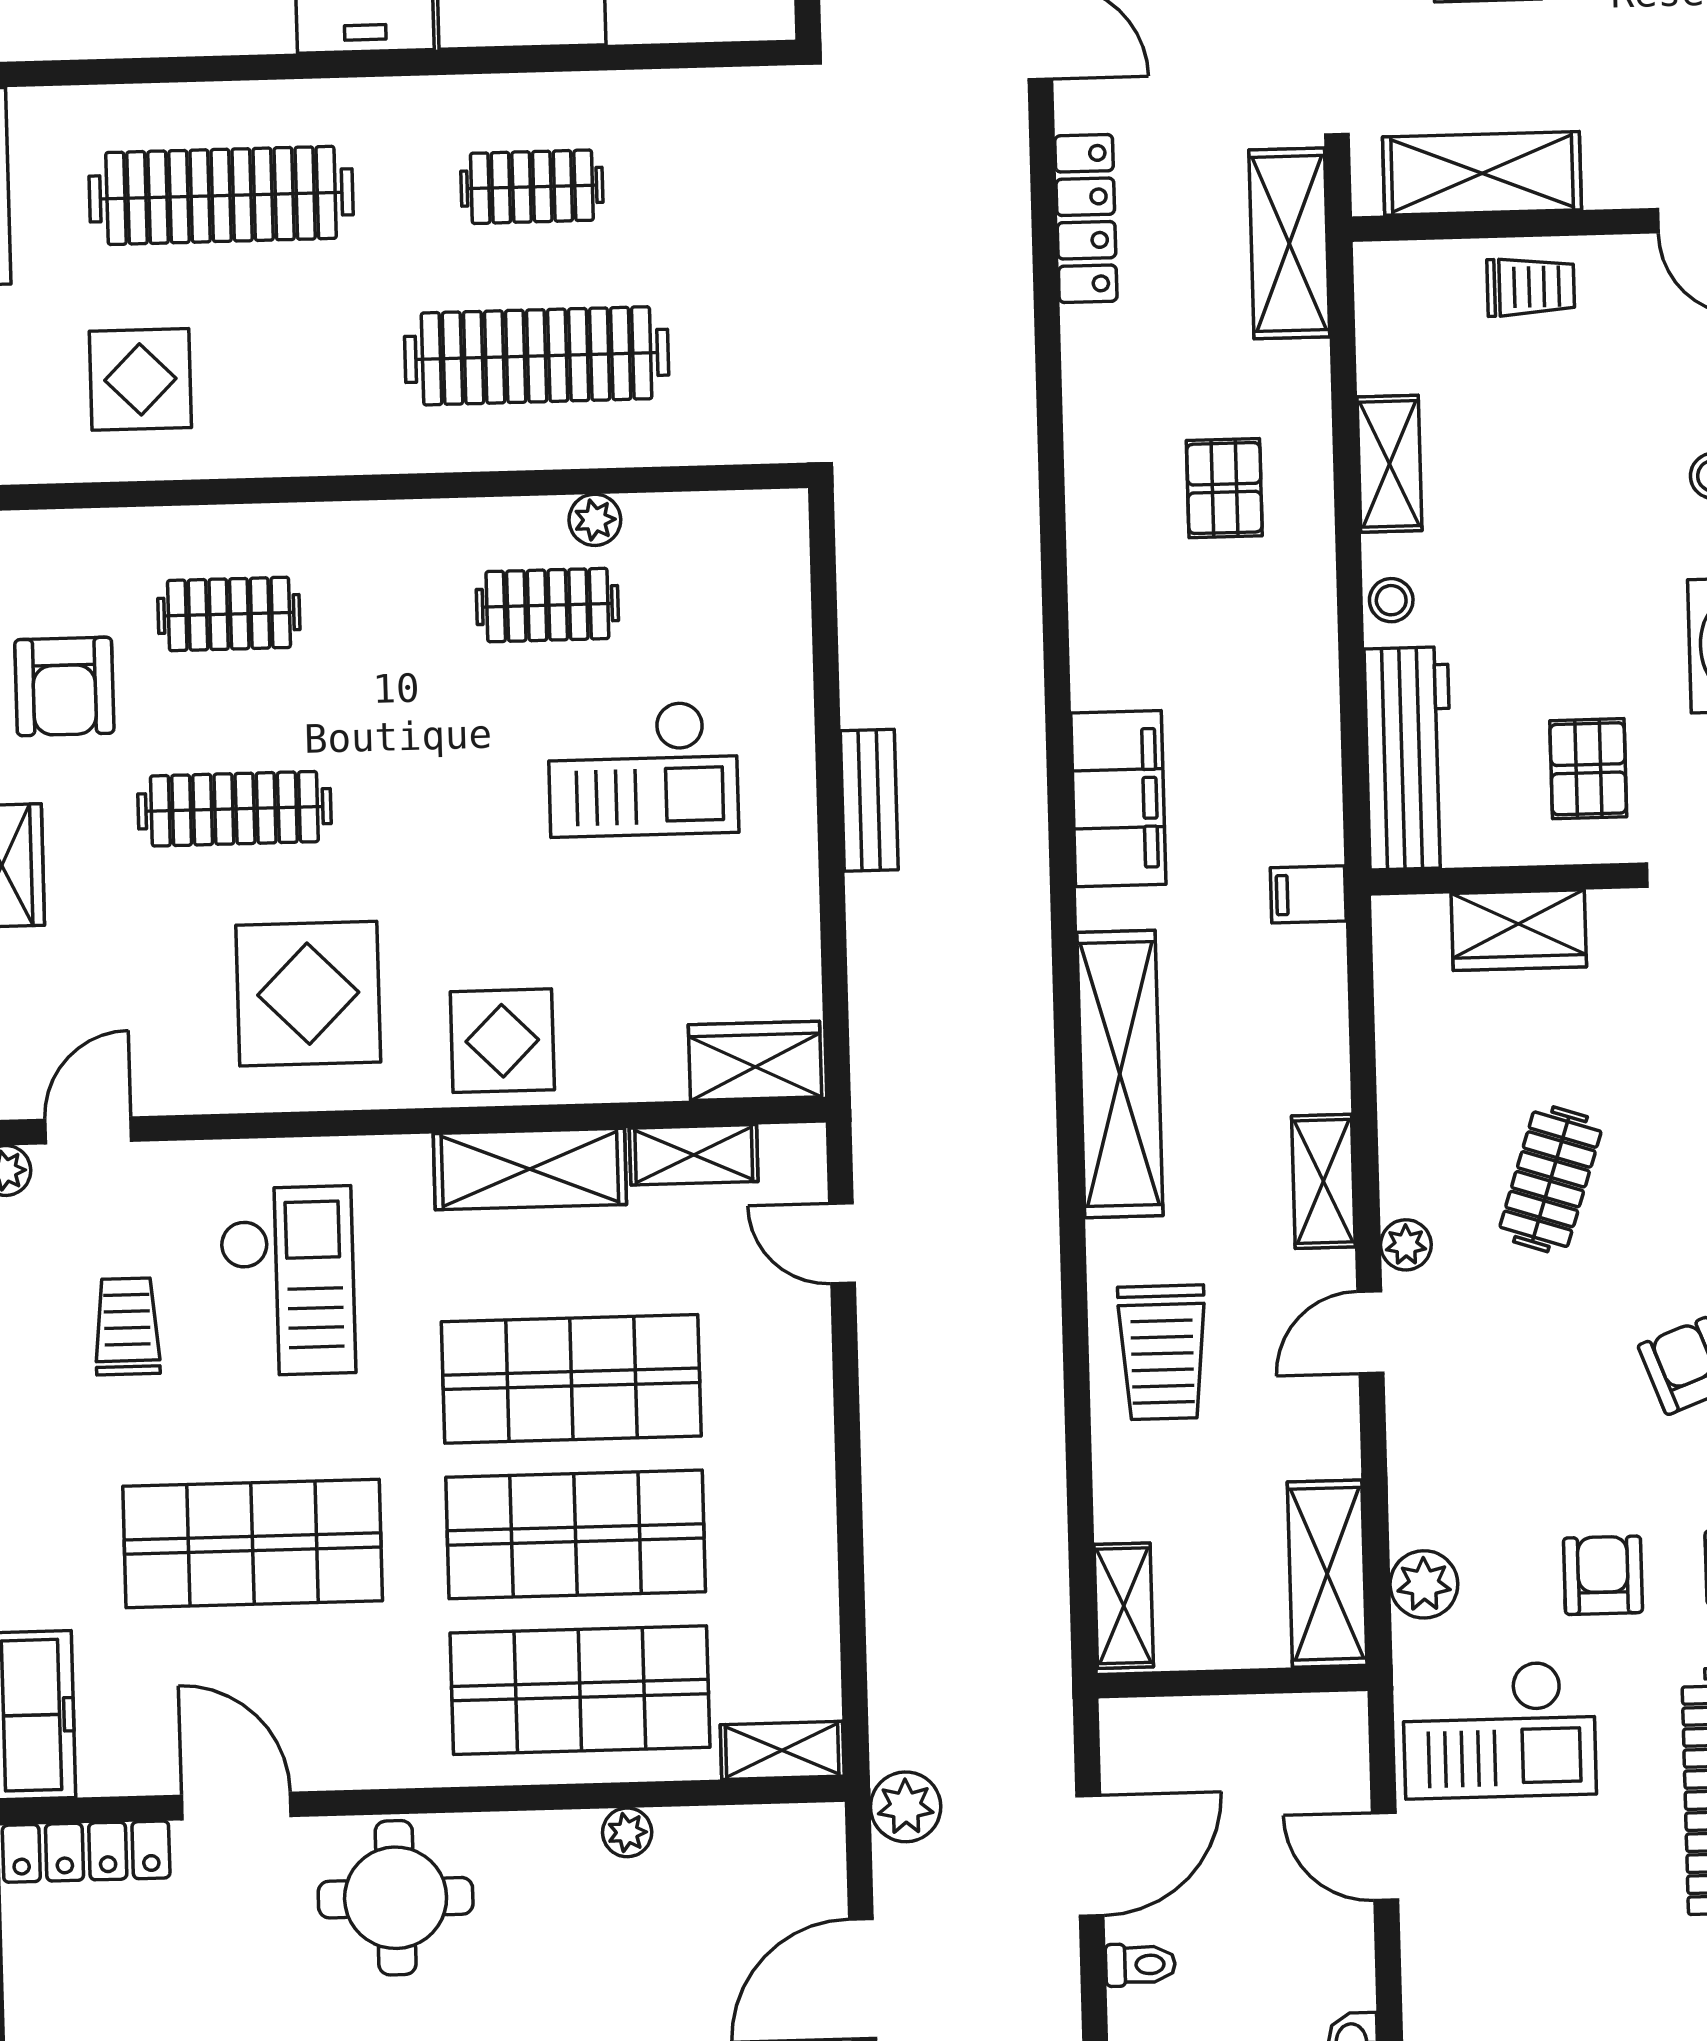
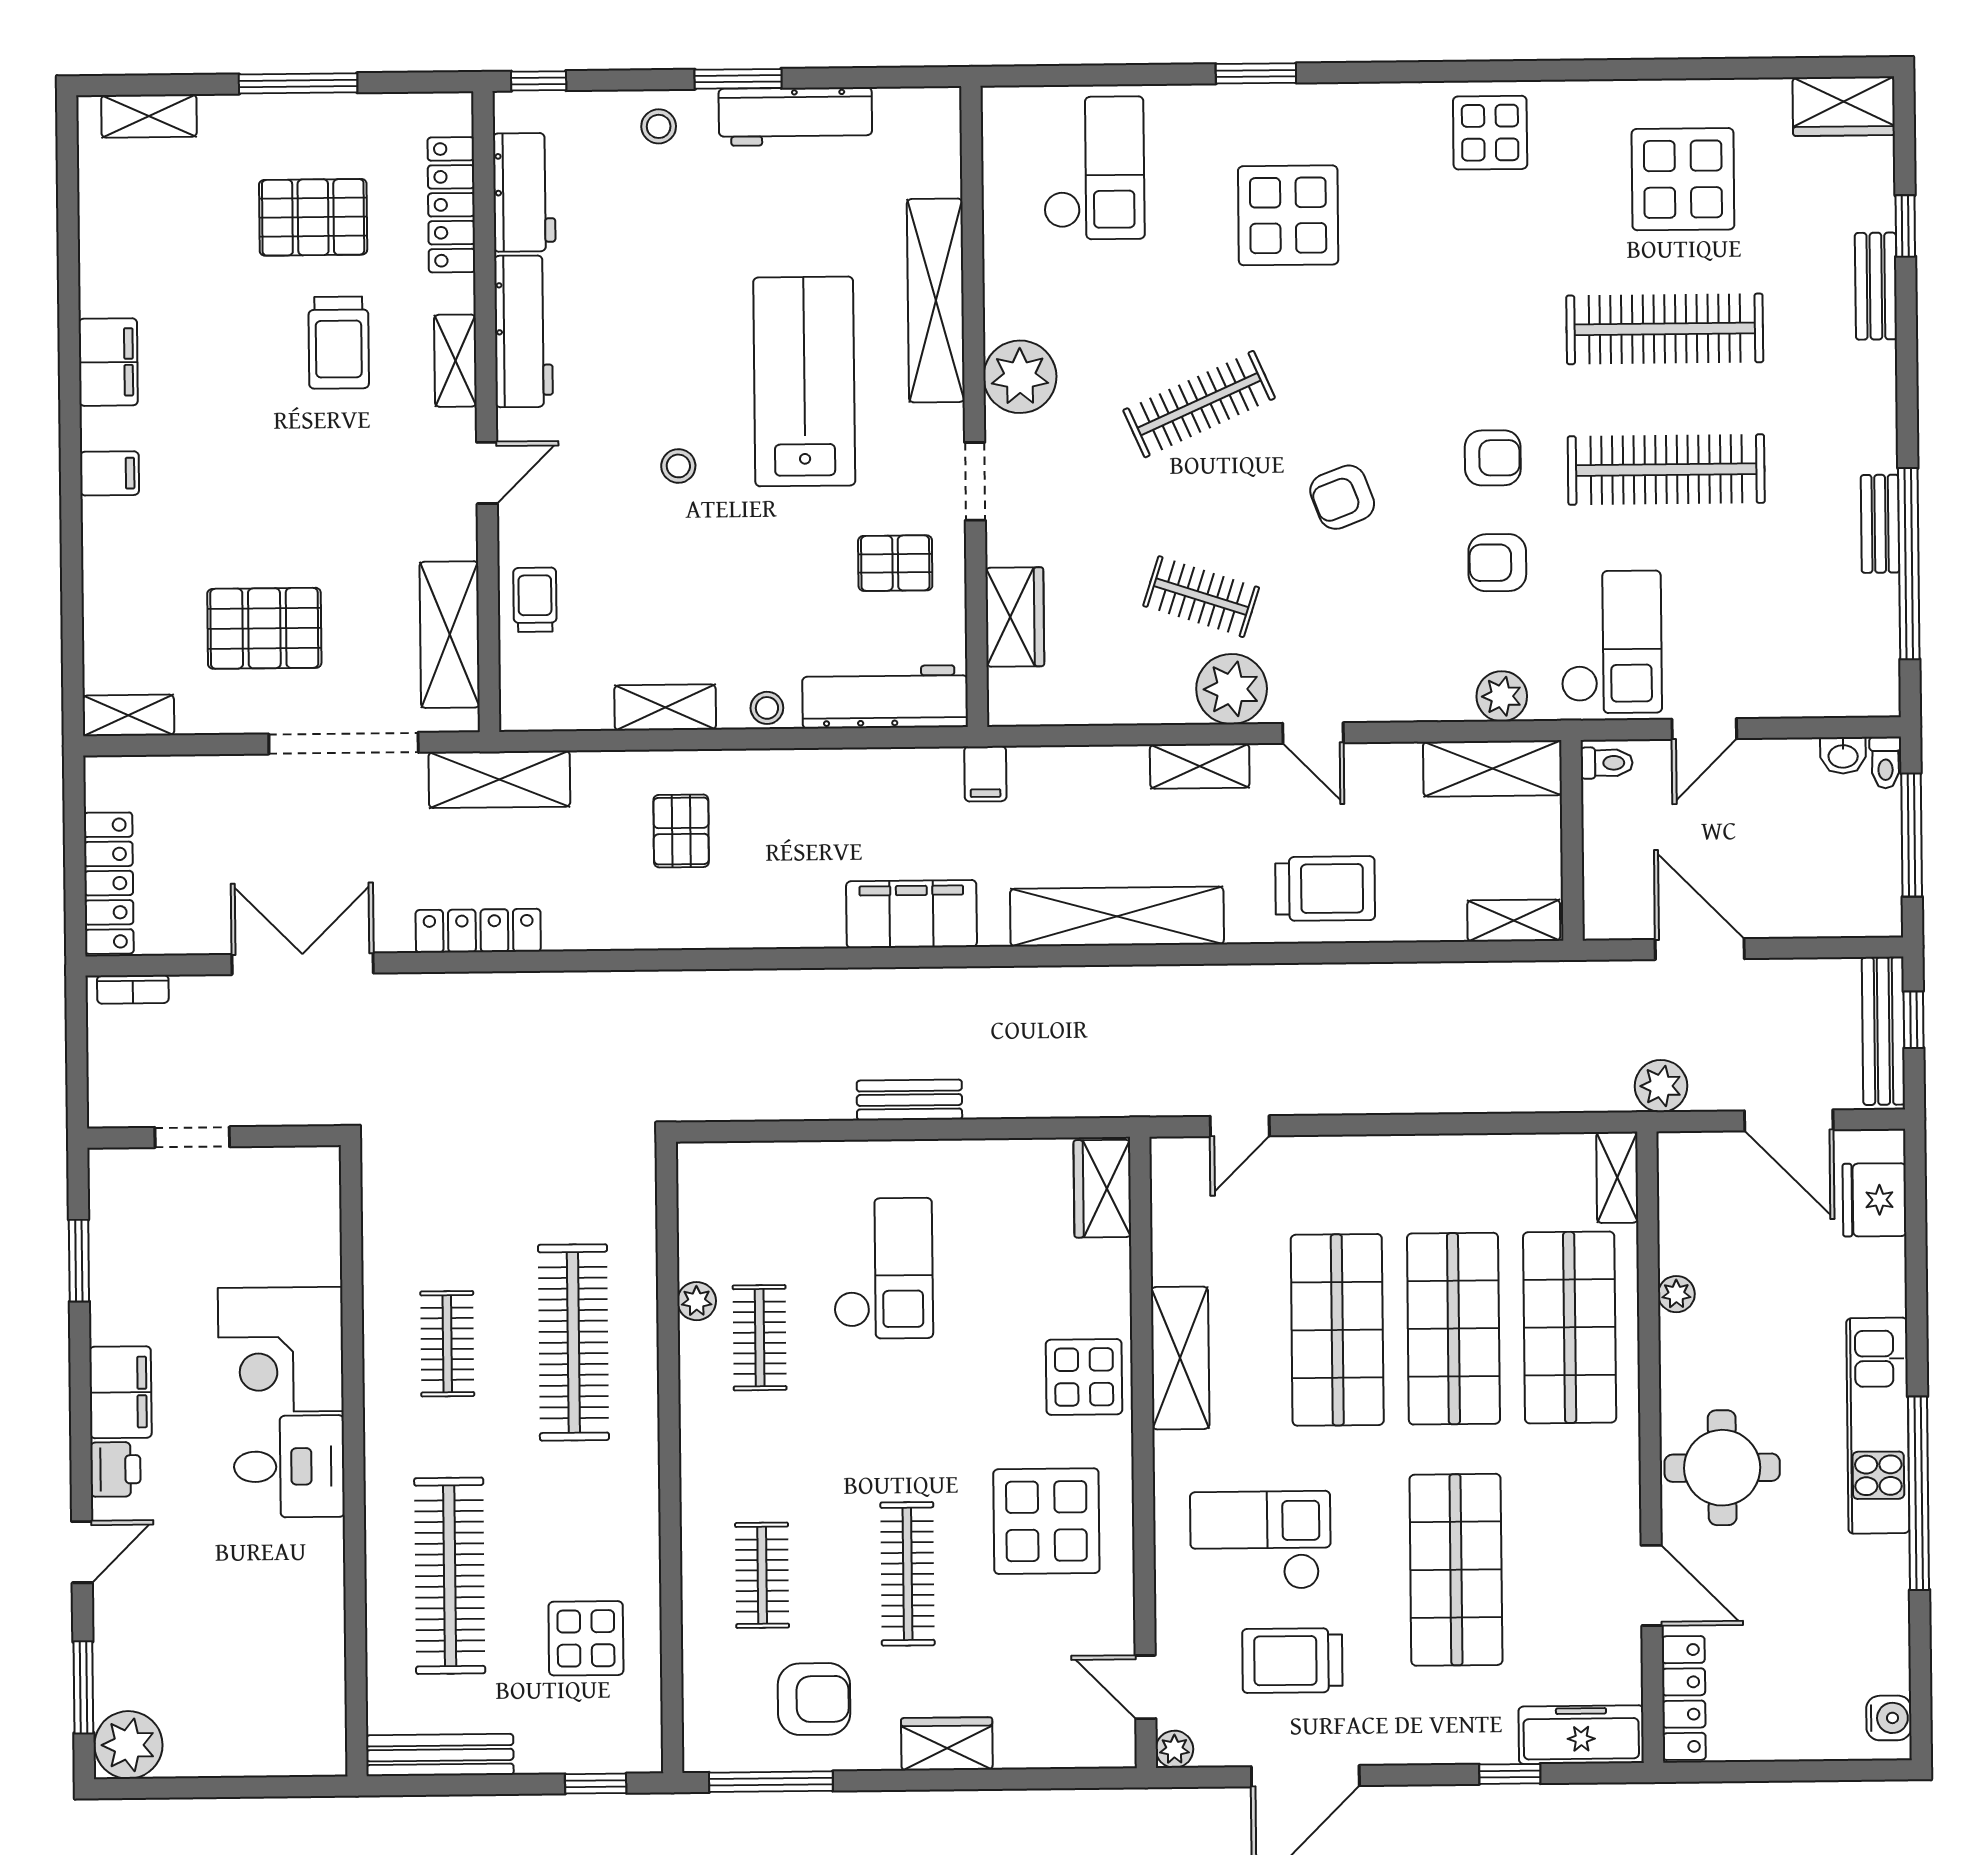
pallet: (1224, 488) -> (681, 831), turned 90
shelving: (694, 1155) -> (1172, 1236), removed
plant: (1406, 1245) -> (1232, 689), width x1.87, depth x1.87
trolley: (127, 1326) -> (1292, 1661), width x1.36, depth x1.39
door: (236, 1806) -> (1652, 1585), swing flipped
toilet: (1140, 1965) -> (1607, 763), moved, turned 90

